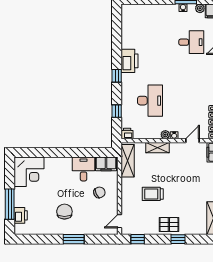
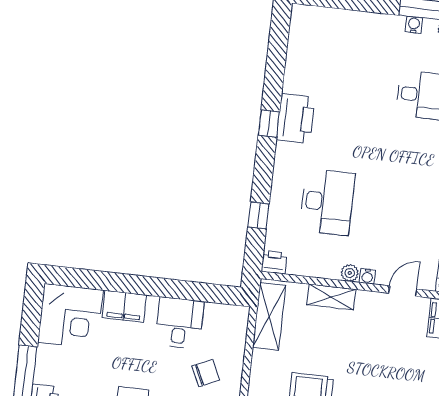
window: (117, 76) -> (269, 124), moved
filing cabinet: (106, 164) -> (124, 306), moved

